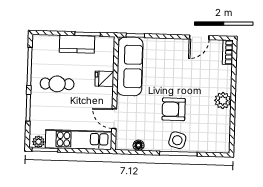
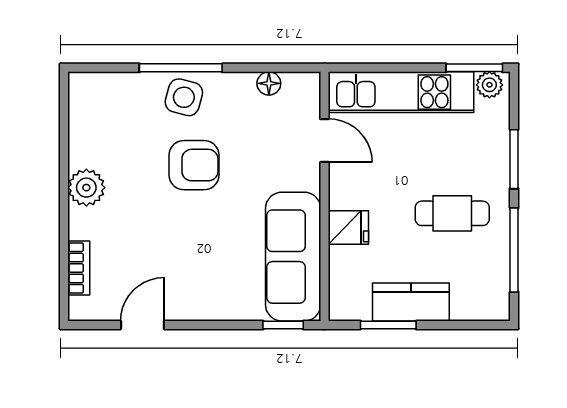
bookcase: (228, 52) -> (79, 268), moved

